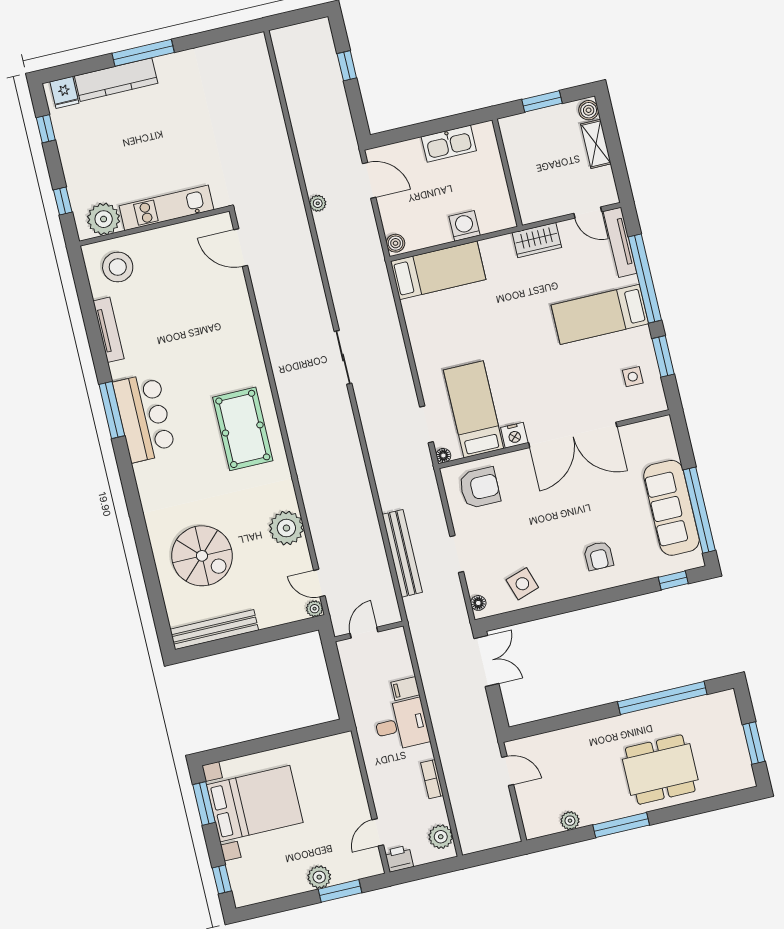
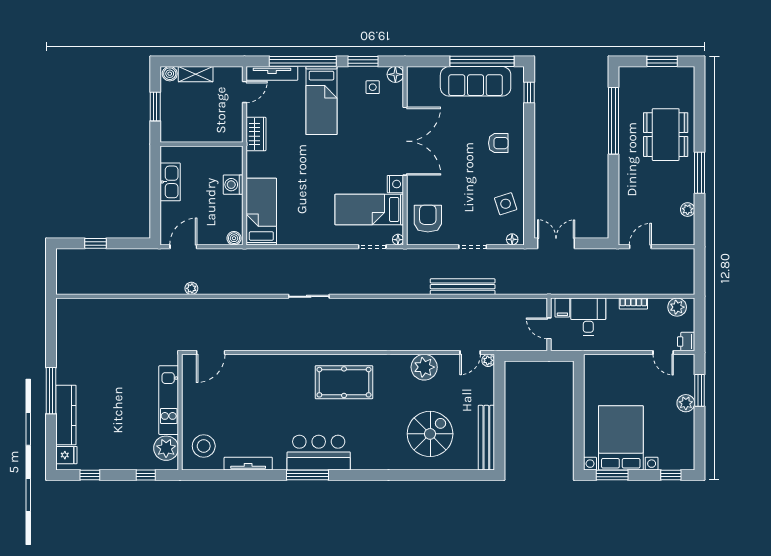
floor lamp: (656, 402) -> (395, 74), added
wall: (369, 631) -> (549, 324), moved
door: (364, 633) -> (549, 328), moved

